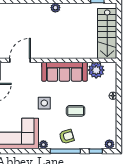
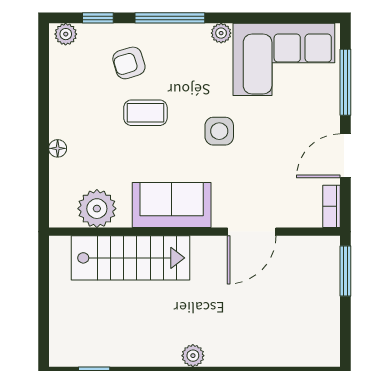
stairs: (107, 34) -> (131, 258), moved, turned 90
door: (20, 60) -> (252, 232), moved
sofa: (64, 72) -> (172, 205), width x0.73
armchair: (67, 136) -> (129, 63), moved

